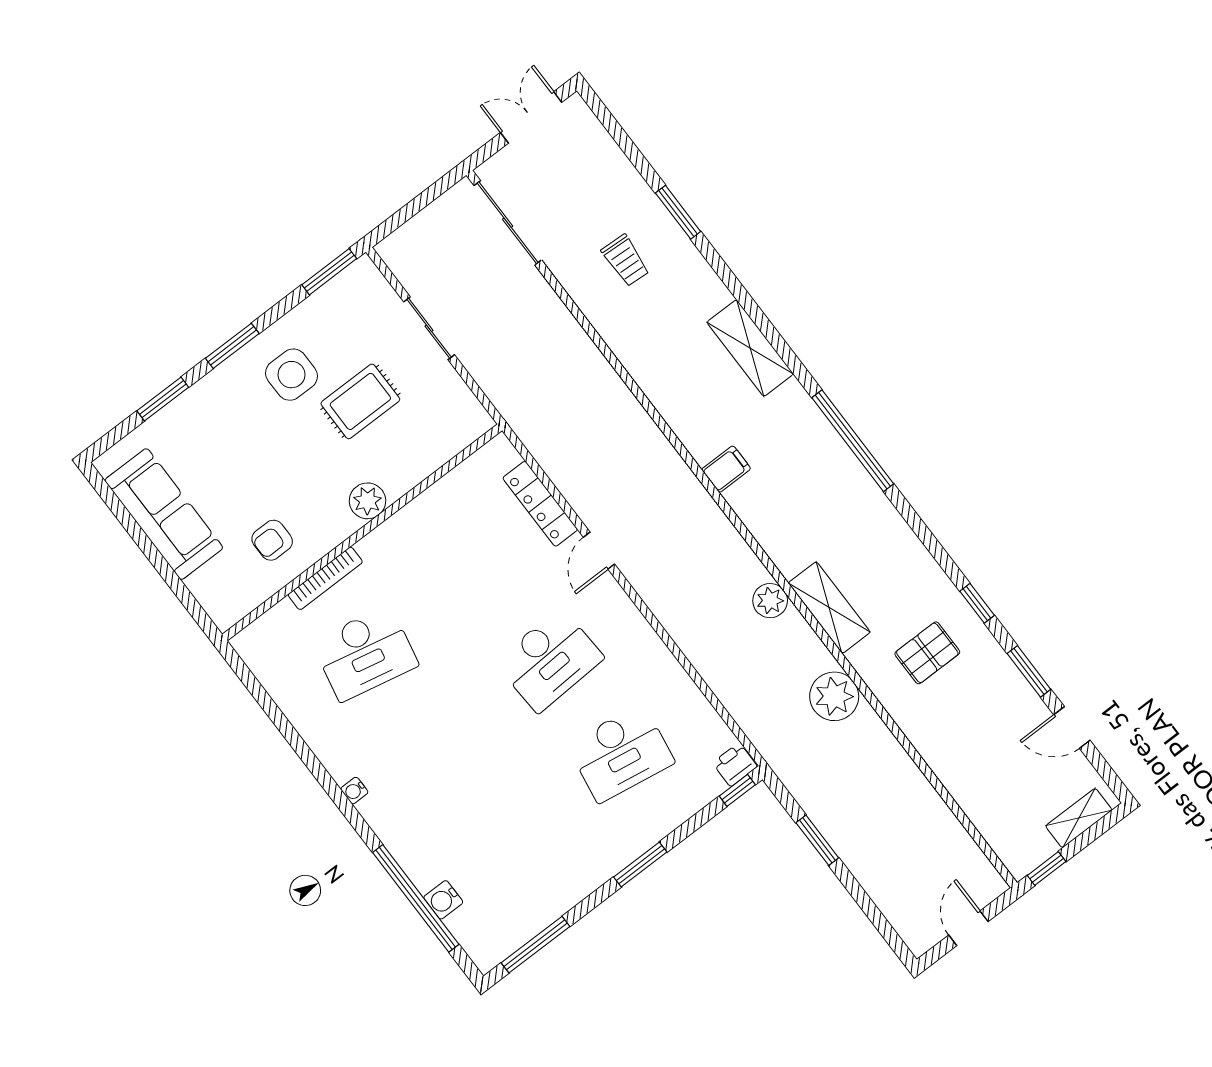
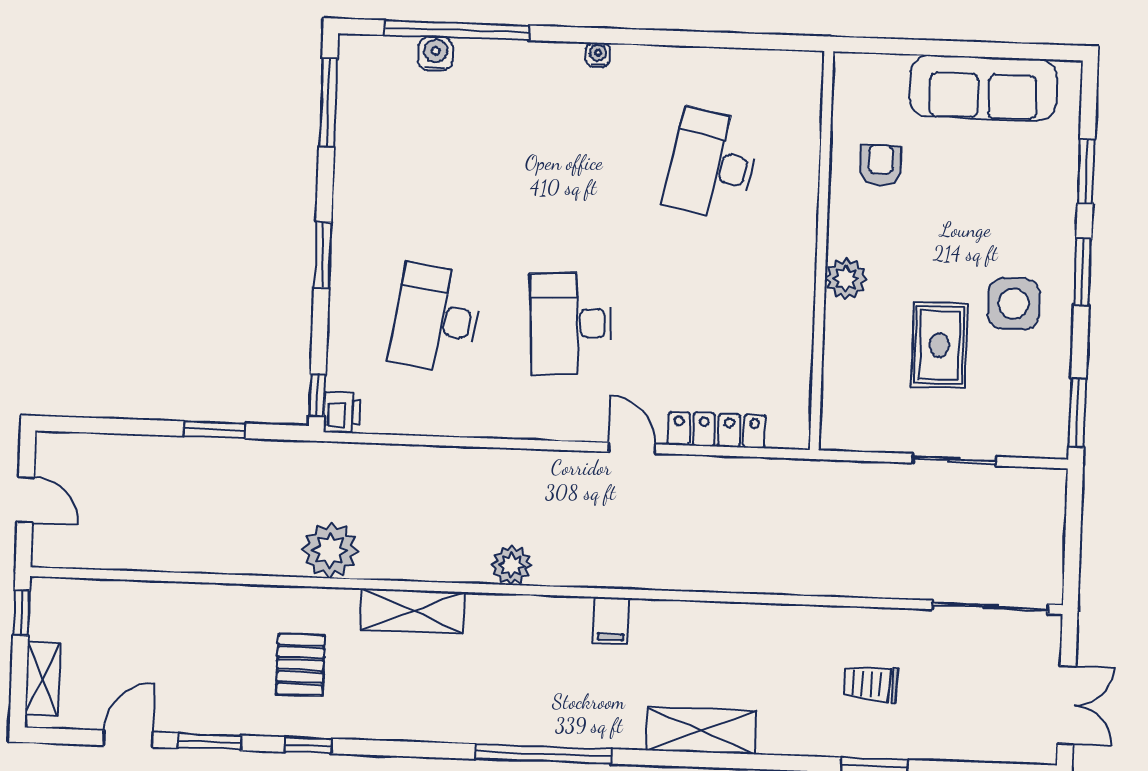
bookcase: (325, 578) -> (808, 184), removed
plant: (770, 601) -> (511, 565), moved

